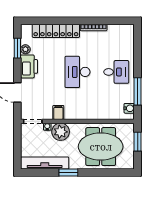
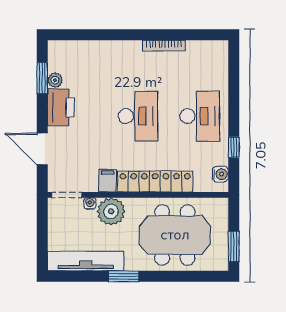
locker: (56, 31) -> (155, 182), moved, turned 180
desk: (77, 72) -> (138, 116), turned 180
desk: (116, 72) -> (200, 116), width x1.37
window: (138, 91) -> (234, 147), width x0.46
window: (138, 142) -> (234, 246), moved

